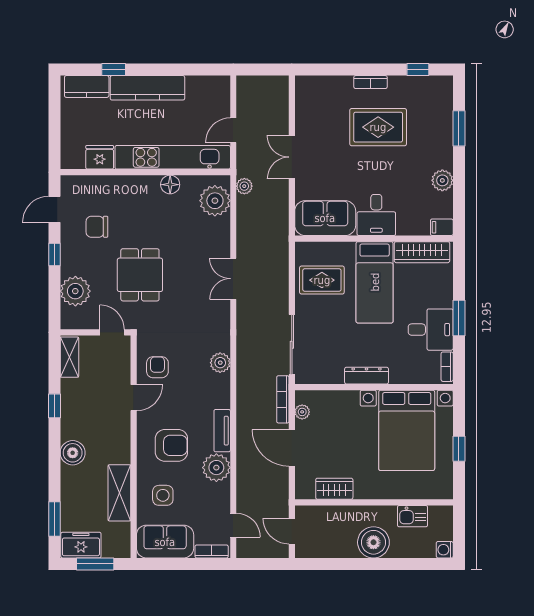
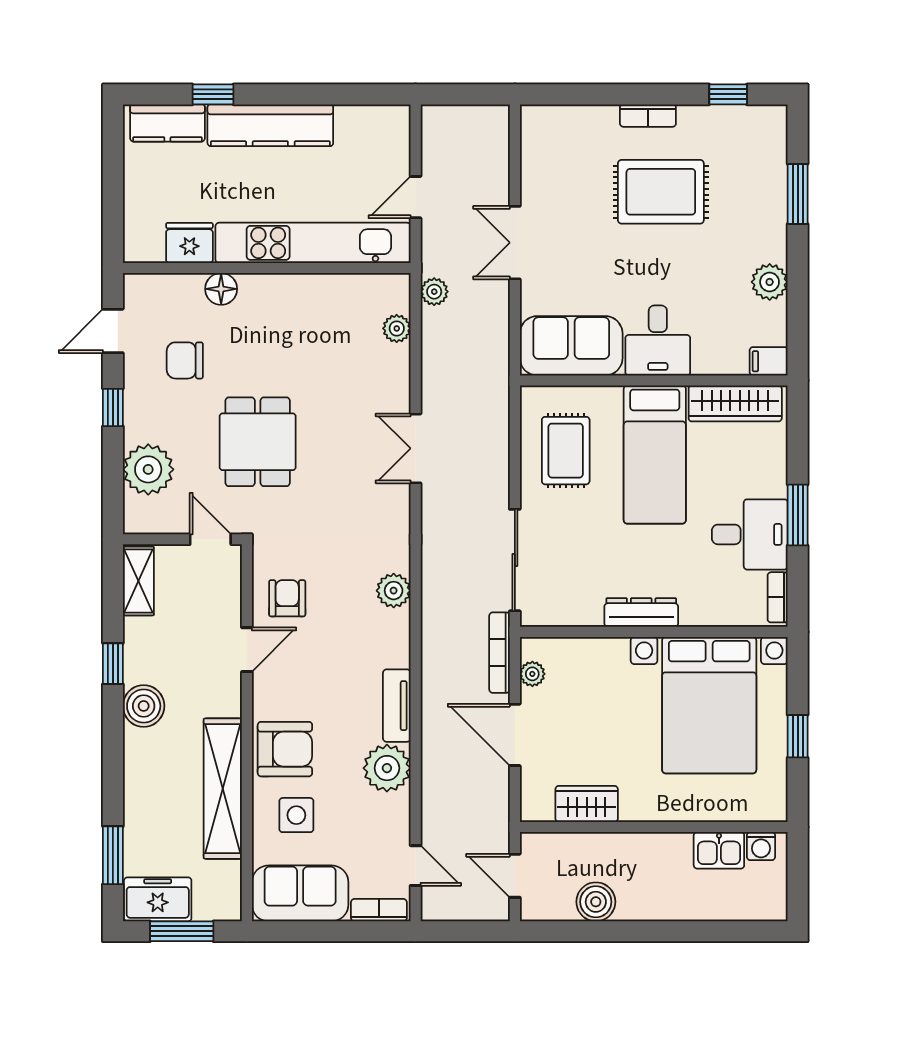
floor lamp: (170, 185) -> (221, 289), moved
plant: (215, 201) -> (397, 328), width x0.53, depth x0.53
rug: (322, 280) -> (566, 451), turned 90
armchair: (171, 445) -> (285, 749), moved
boiler: (73, 453) -> (144, 706), moved
shelving: (119, 493) -> (223, 789), width x1.47
boiler: (373, 542) -> (596, 902), moved, width x0.73, depth x0.73
washing machine: (445, 550) -> (761, 846), moved, turned -90

